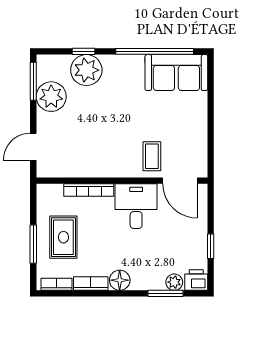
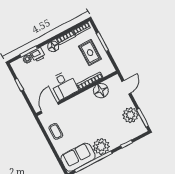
plant: (86, 70) -> (101, 146), moved
coffee table: (152, 156) -> (56, 131), moved
floor lamp: (79, 164) -> (101, 91), added
door: (180, 181) -> (50, 108), hinge flipped
printer: (196, 280) -> (38, 55), moved

